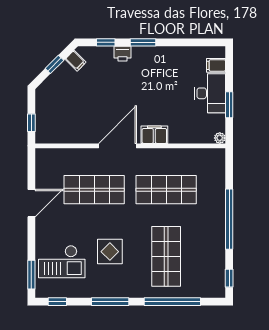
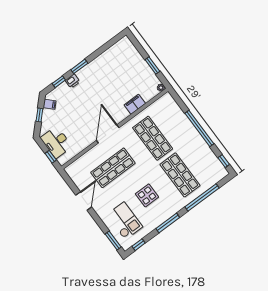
filing cabinet: (216, 65) -> (129, 49), removed
desk: (210, 93) -> (56, 142), moved, turned 180
filing cabinet: (154, 135) -> (135, 104), moved
shop shelf: (166, 190) -> (153, 138), turned 90
checkout: (62, 262) -> (125, 221), turned -90

